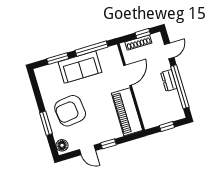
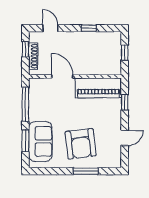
sofa: (80, 67) -> (40, 141), moved
dresser: (169, 80) -> (80, 37), removed
window: (180, 87) -> (89, 28), width x0.32
window: (108, 144) -> (125, 102), moved
floor lamp: (62, 145) -> (112, 162), removed

